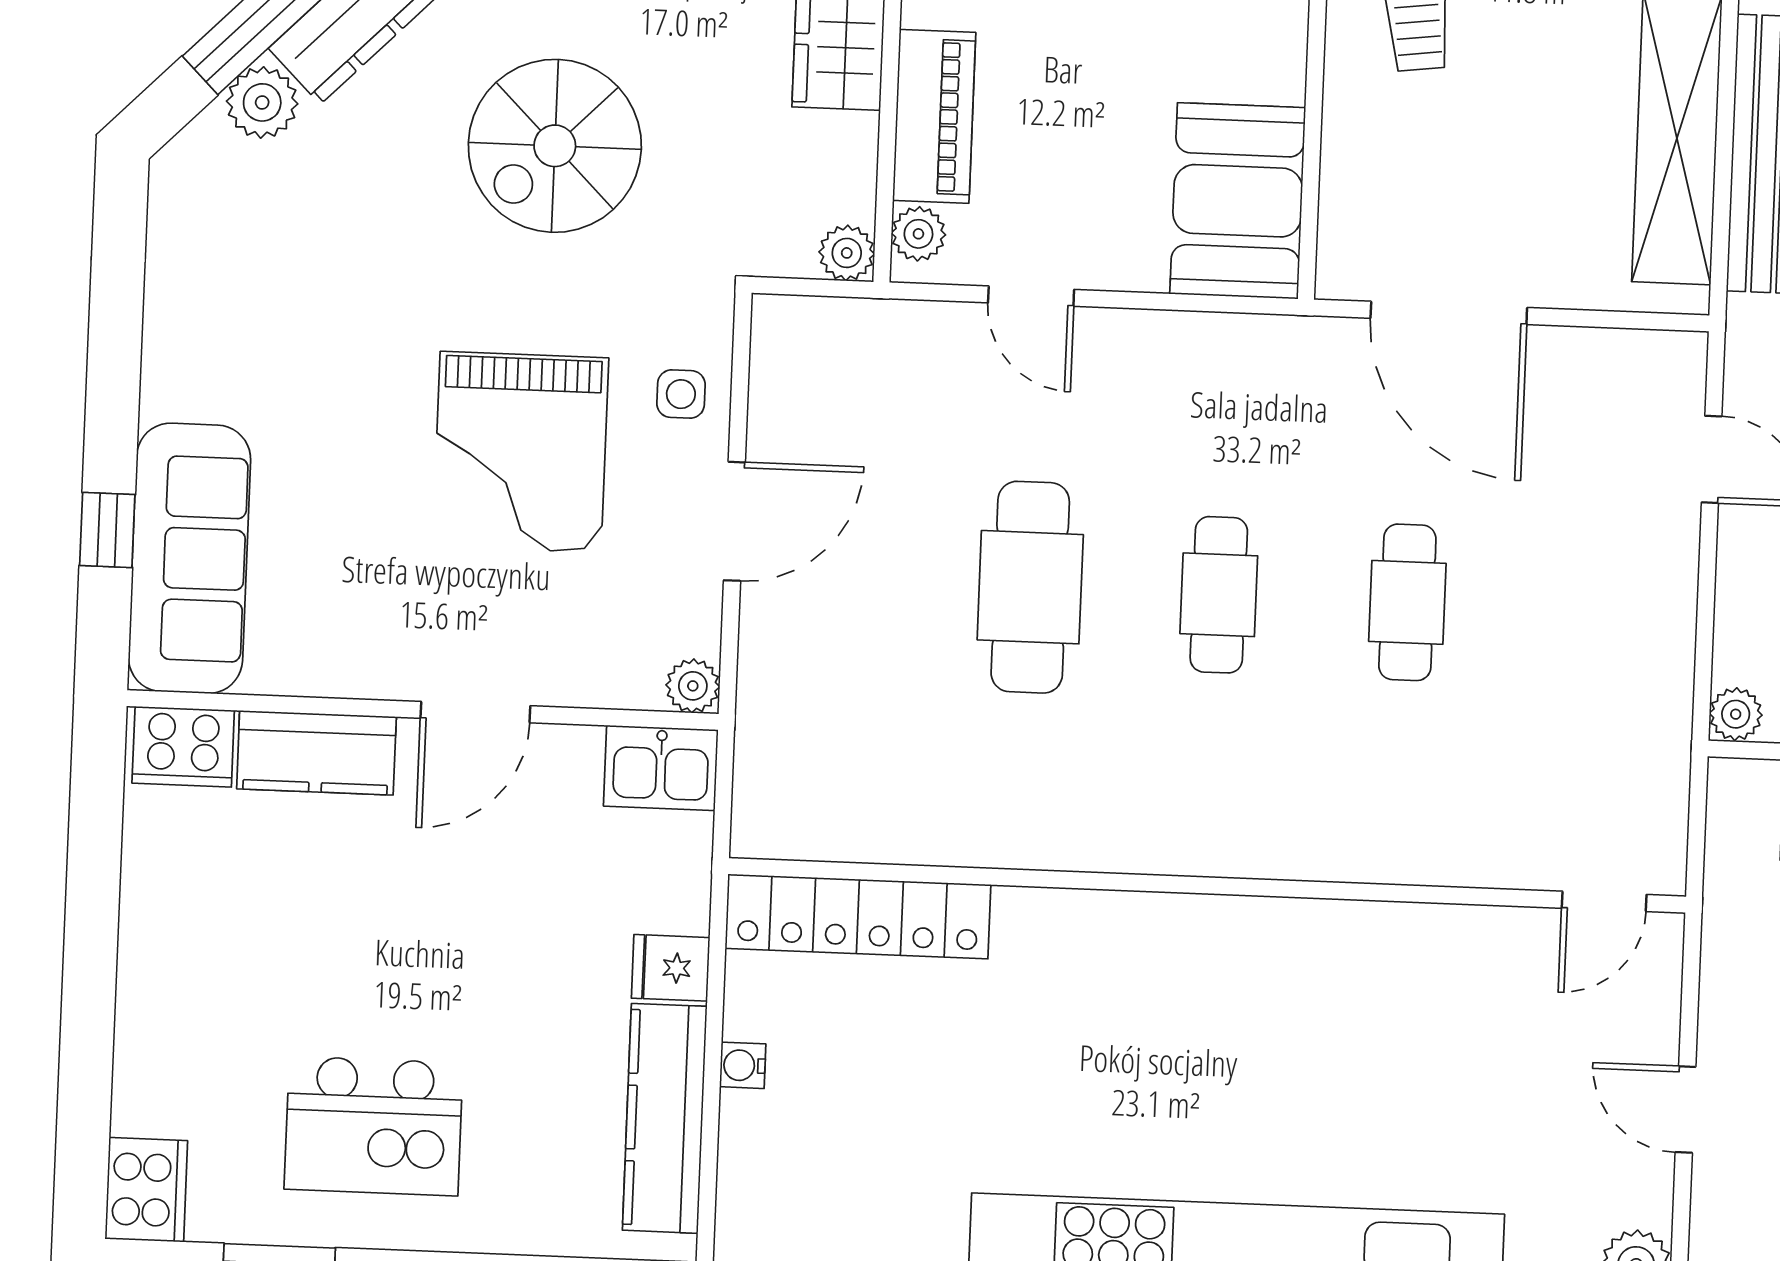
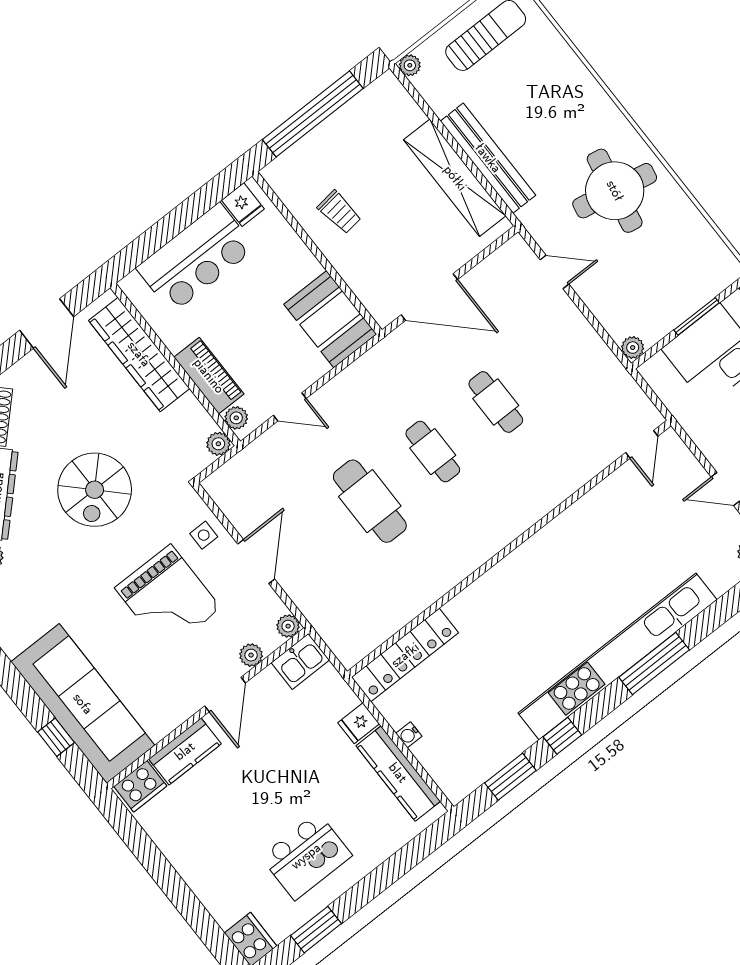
sofa: (189, 558) -> (83, 704), width x1.36, depth x1.27
plant: (582, 681) -> (251, 655), added

